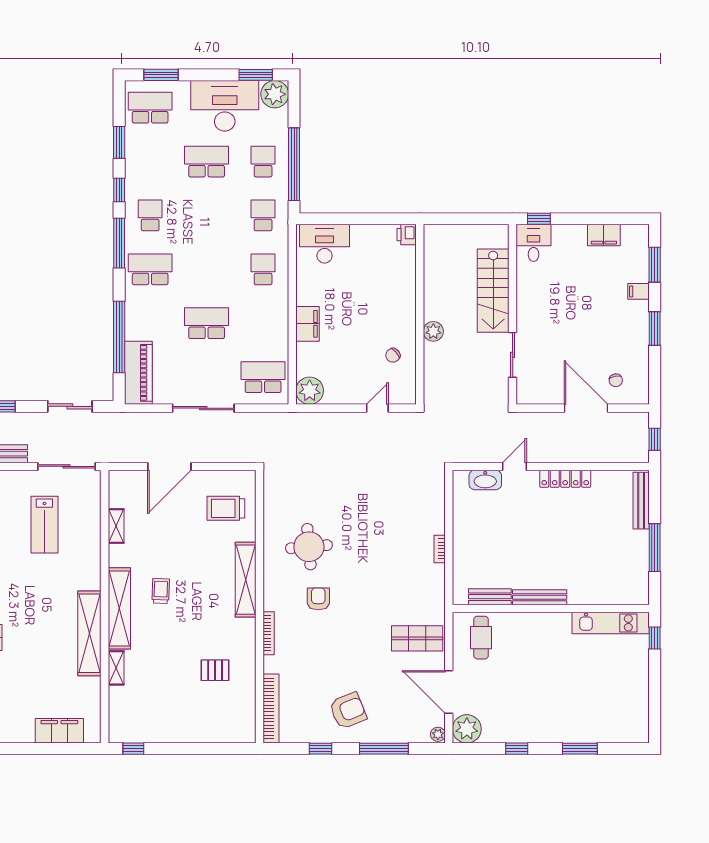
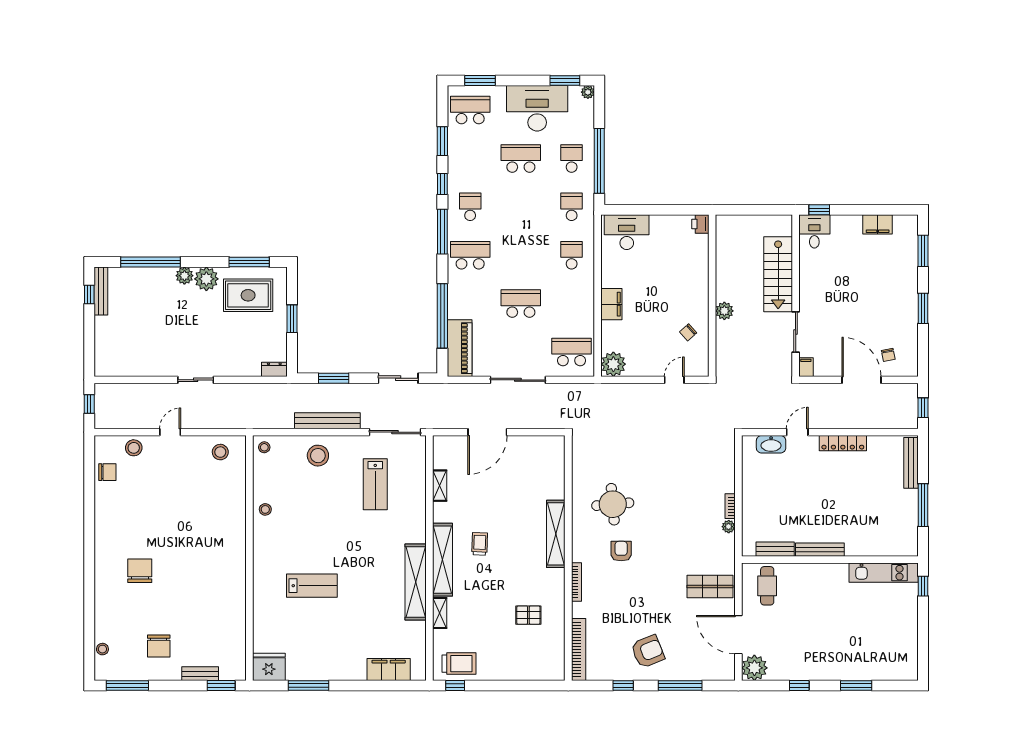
plant: (275, 94) -> (588, 92), width x0.53, depth x0.53
filing cabinet: (639, 291) -> (806, 367), moved, turned 90
trolley: (226, 508) -> (459, 664), moved, turned 180
plant: (438, 734) -> (729, 527), moved

